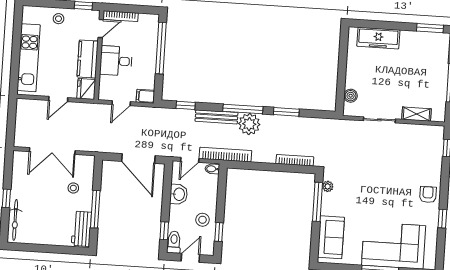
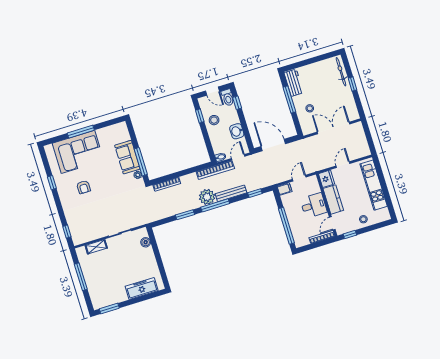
armchair: (428, 195) -> (84, 187), moved
sofa: (331, 237) -> (127, 157), moved
door: (190, 258) -> (212, 91), hinge flipped

